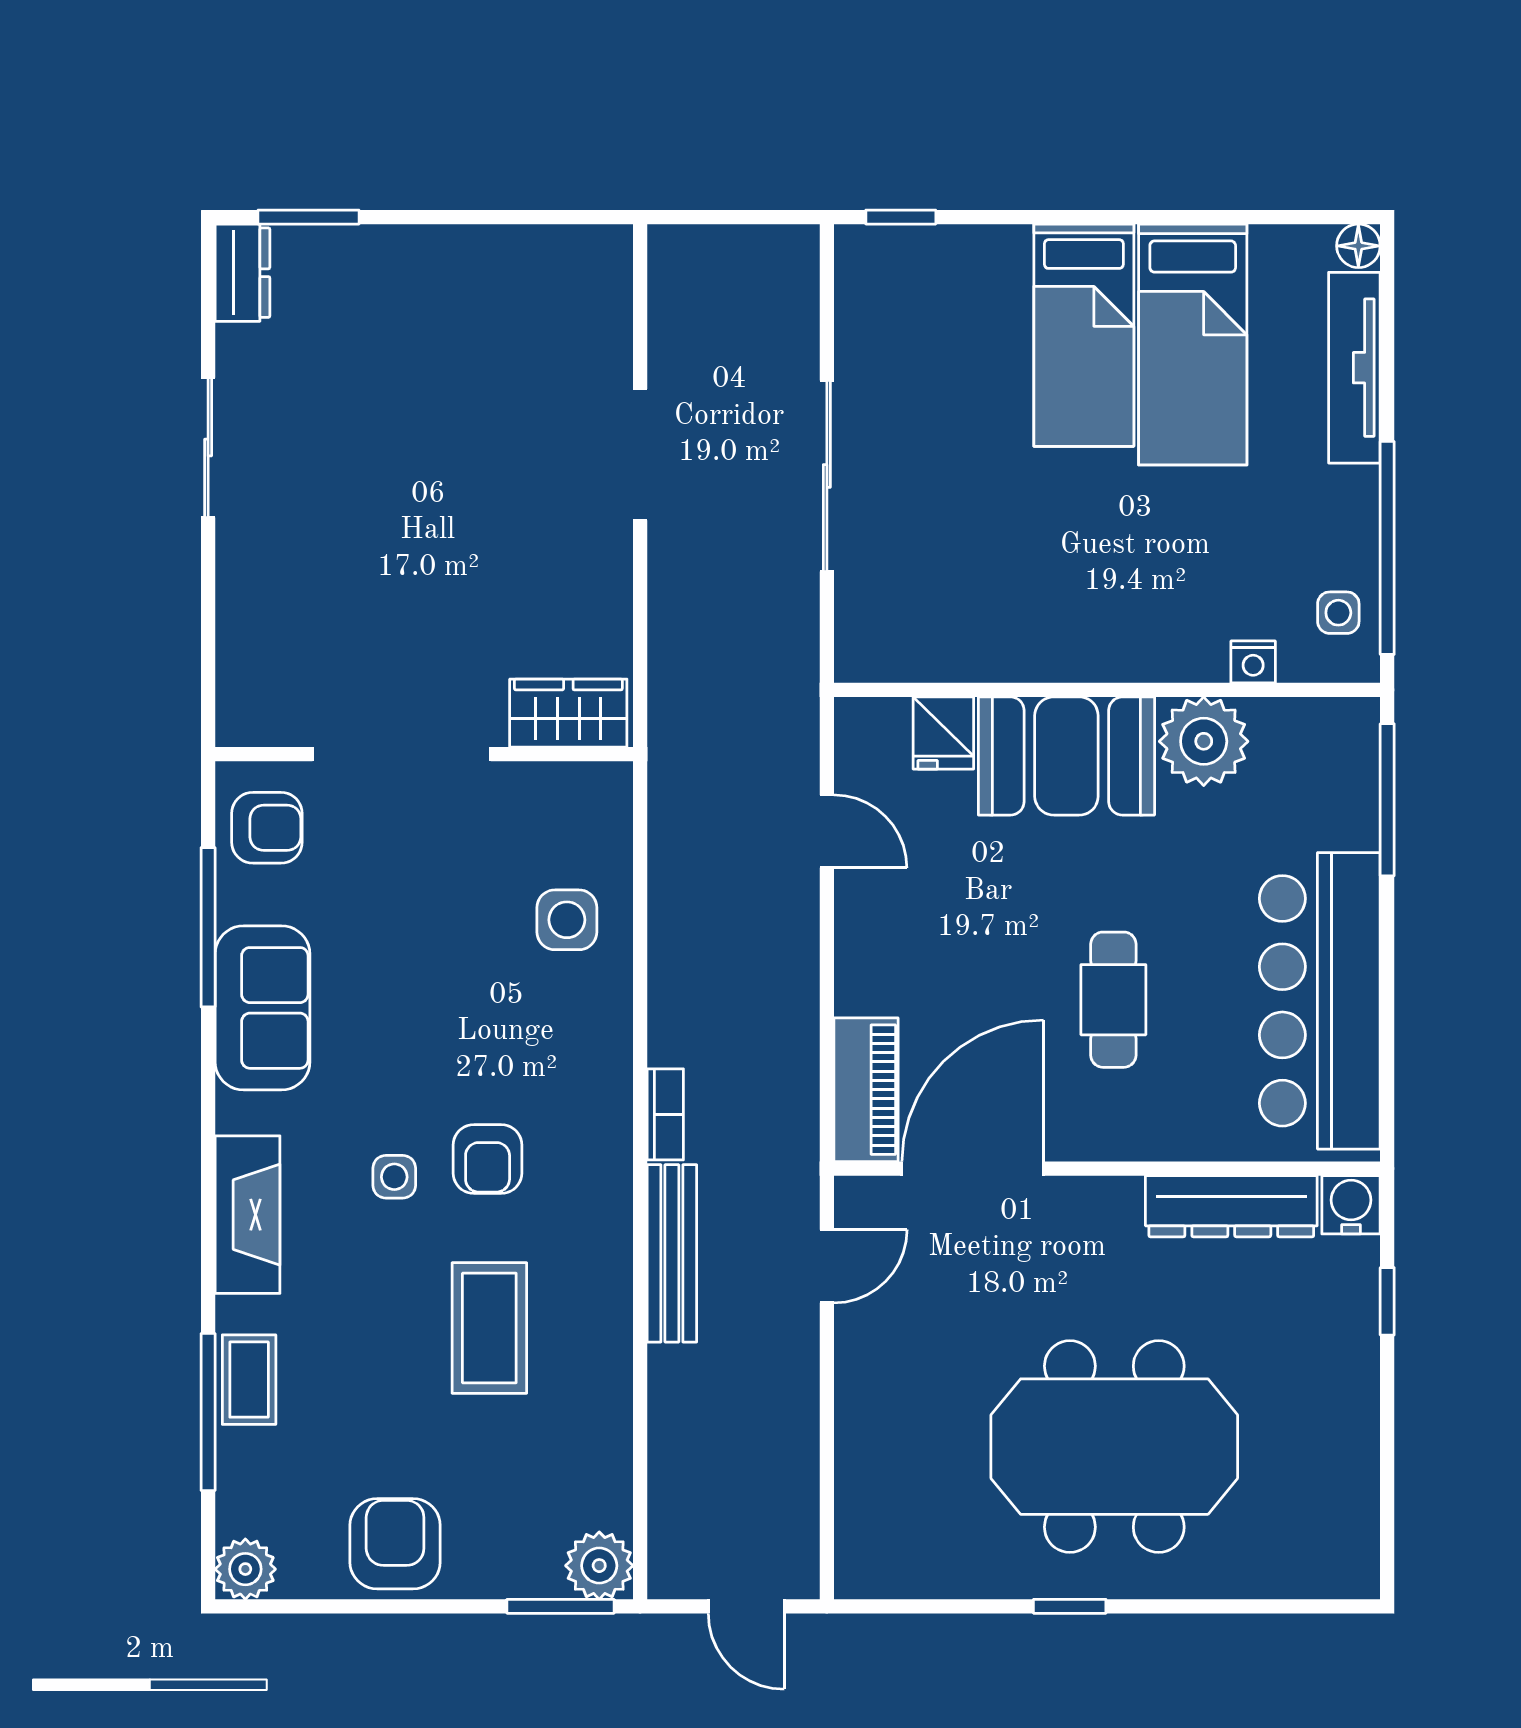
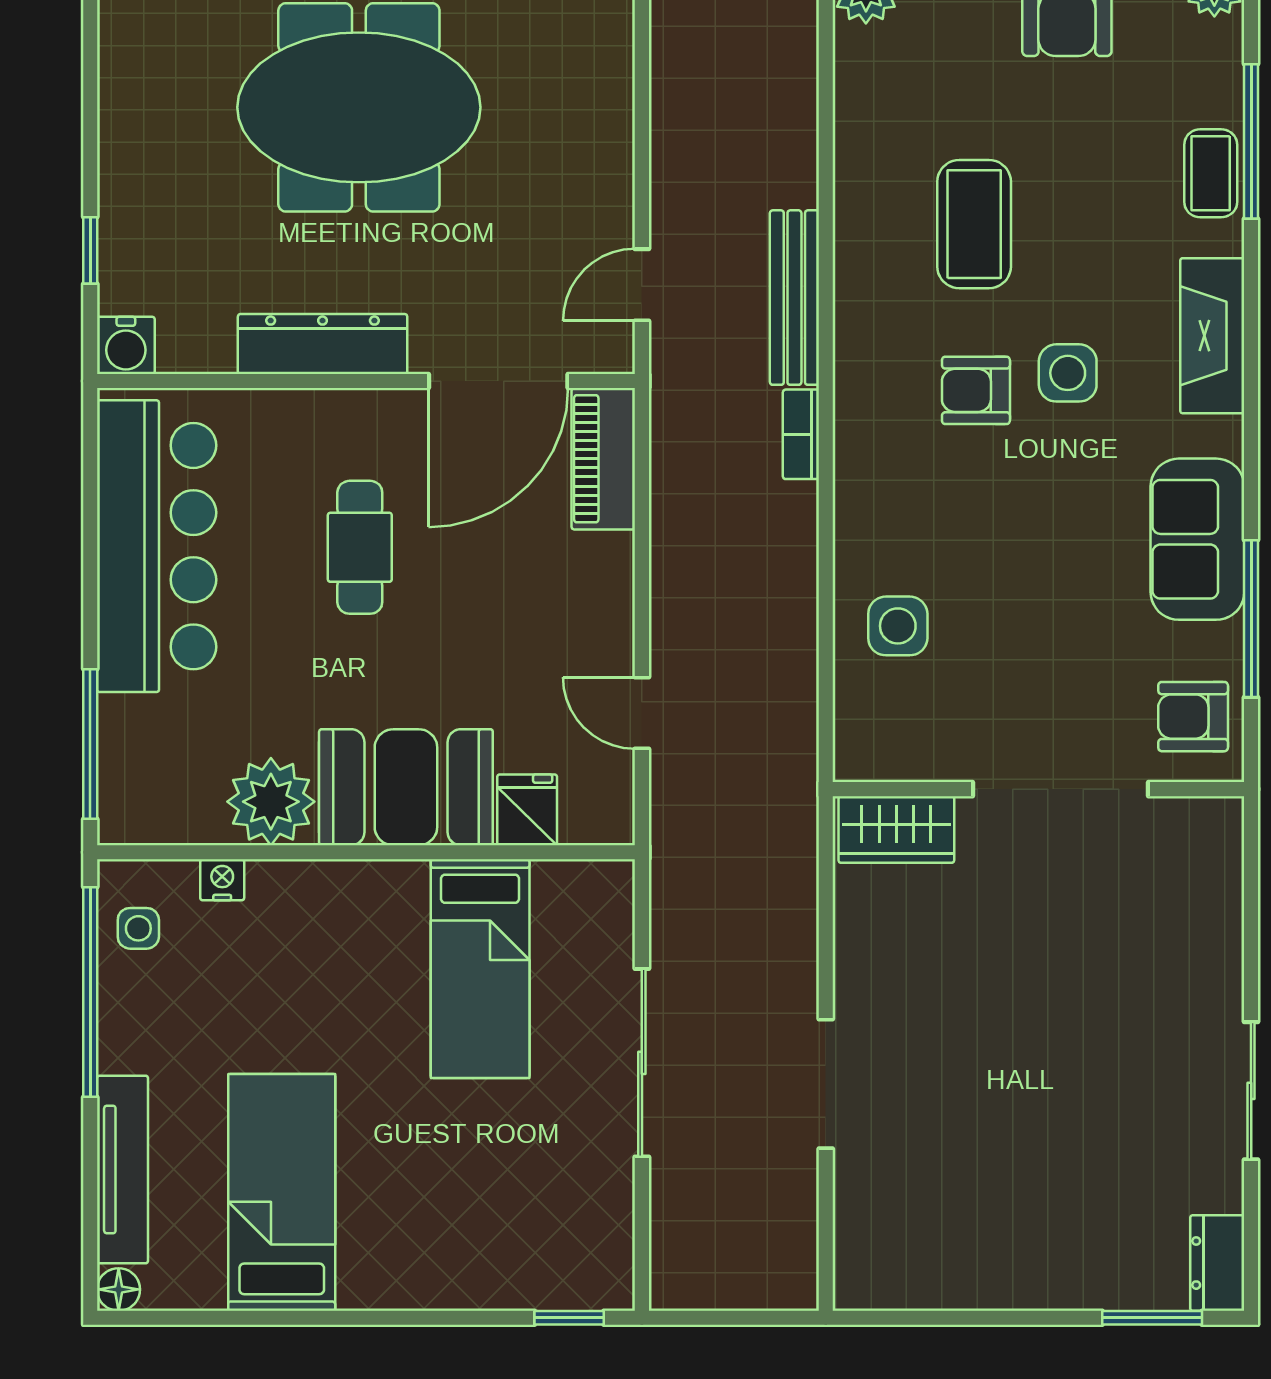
bed: (1084, 335) -> (480, 969), moved, turned 180
armchair: (488, 1159) -> (976, 390), turned -90
side table: (394, 1177) -> (1068, 373), width x1.37, depth x1.37
dresser: (1231, 1206) -> (323, 344), moved

